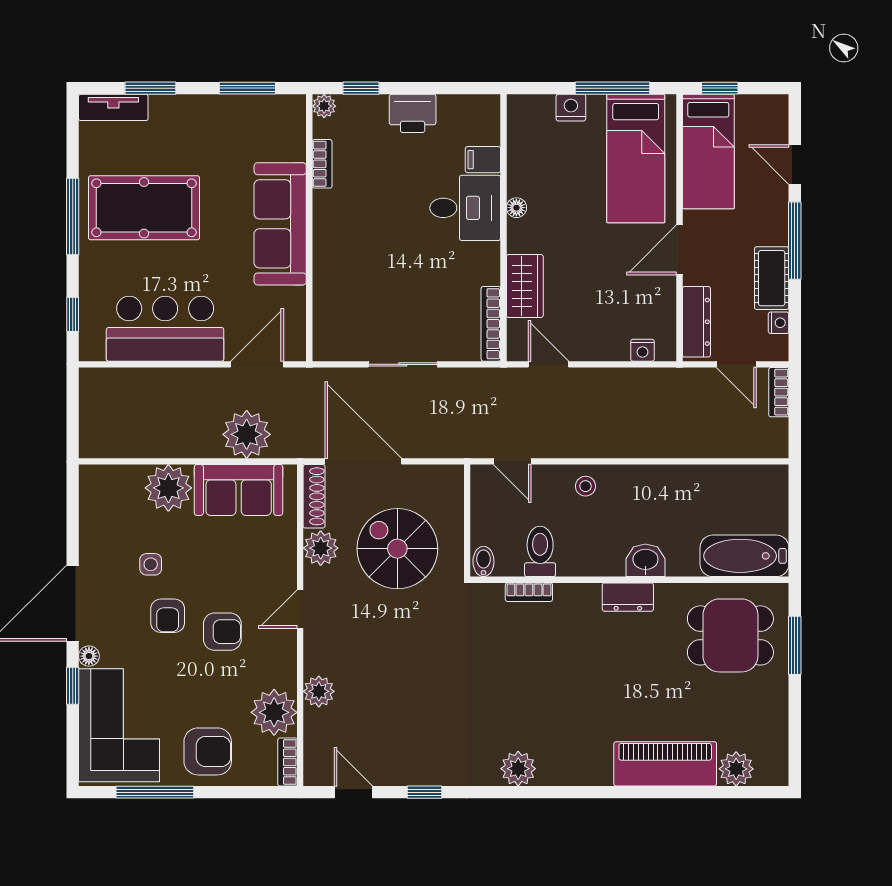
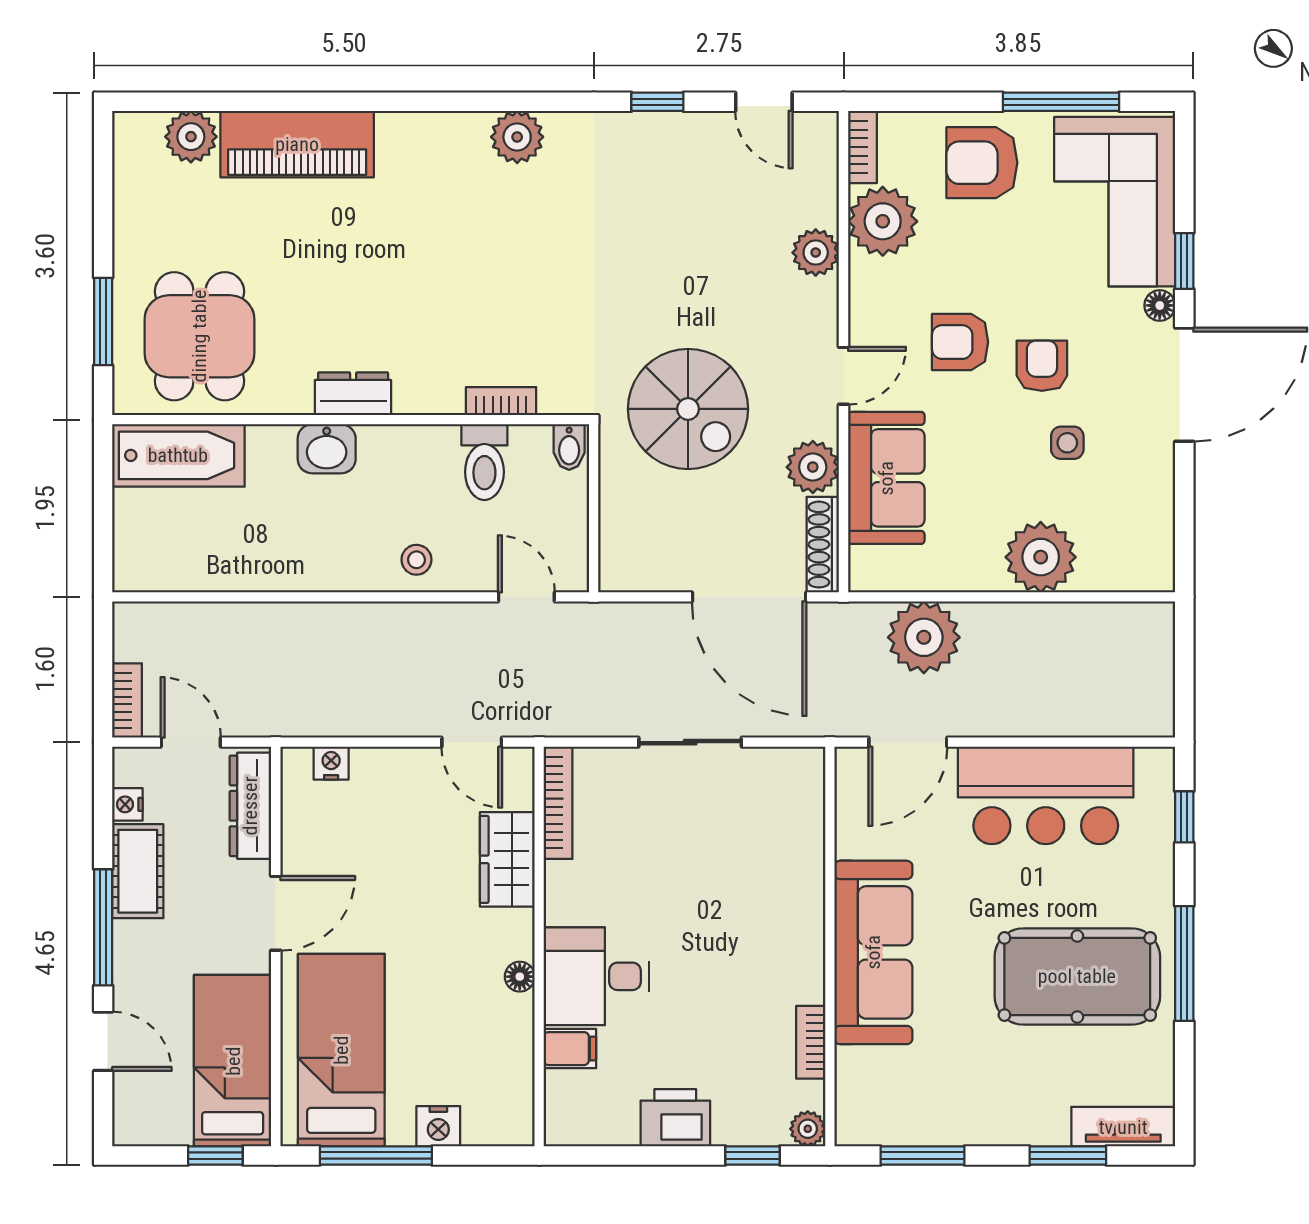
sofa: (239, 490) -> (886, 478), moved, turned 90
spiral stairs: (397, 549) -> (688, 409), moved
dining table: (730, 635) -> (199, 336), turned 90

